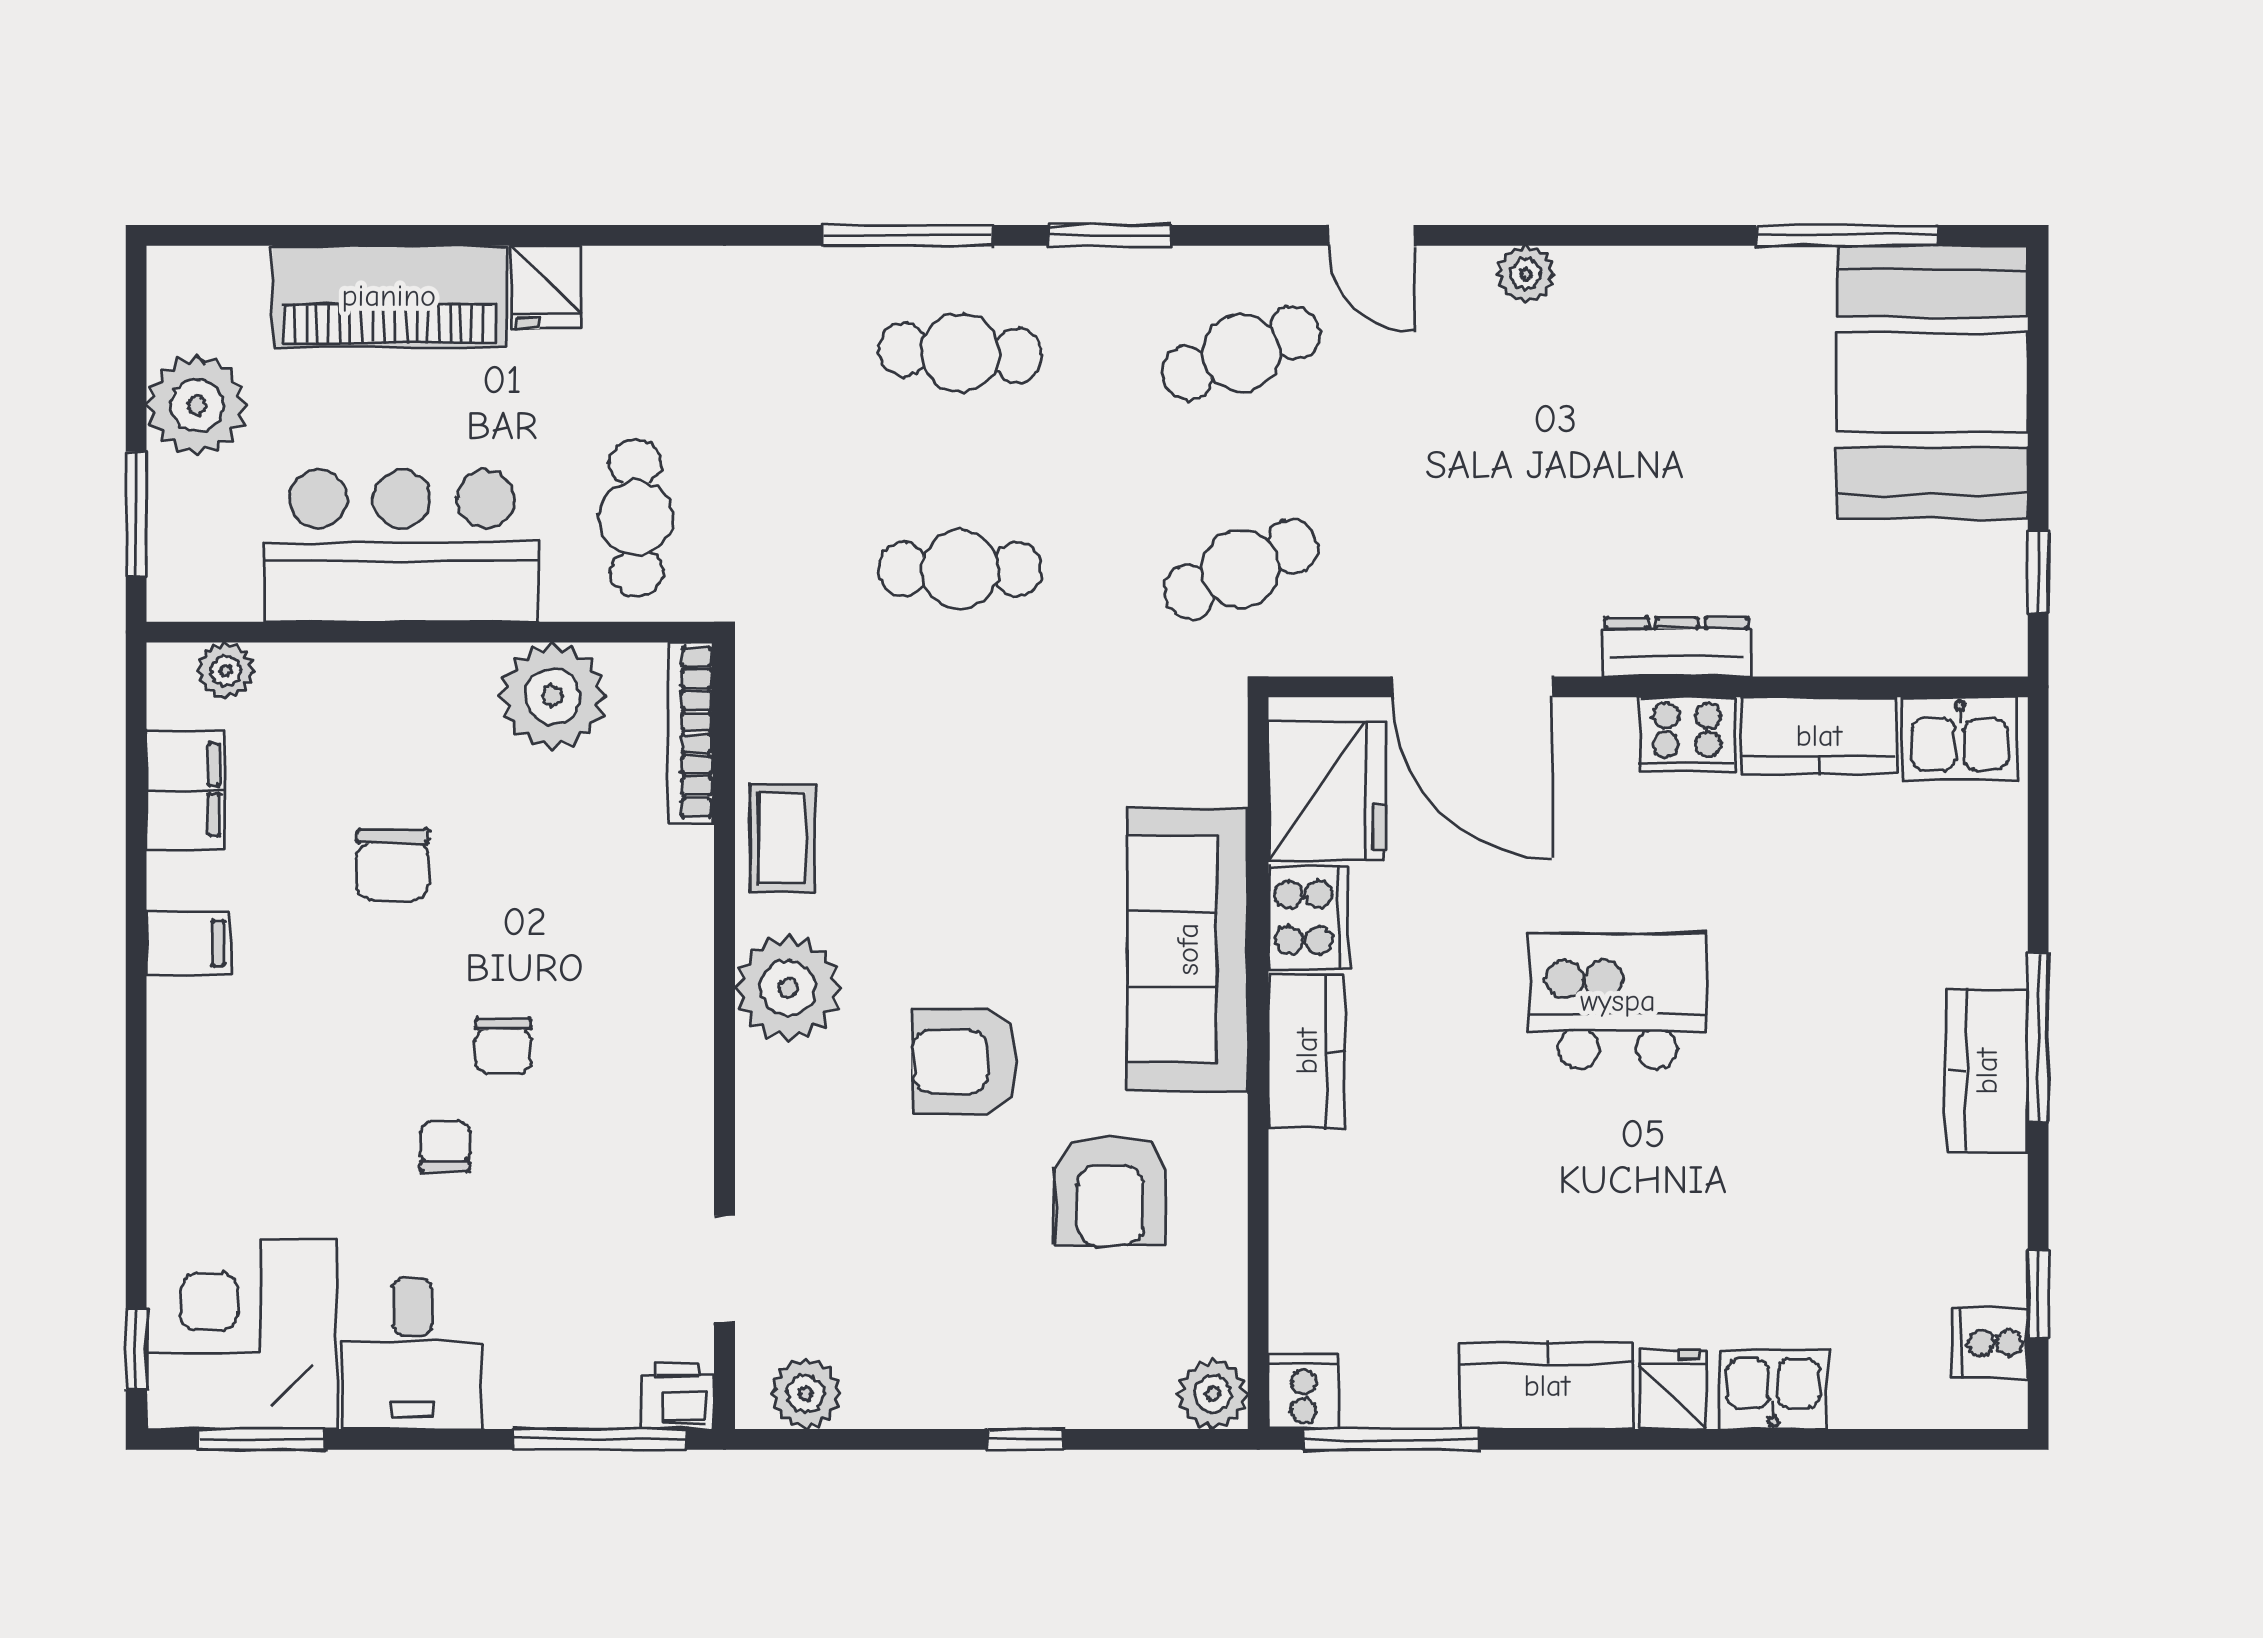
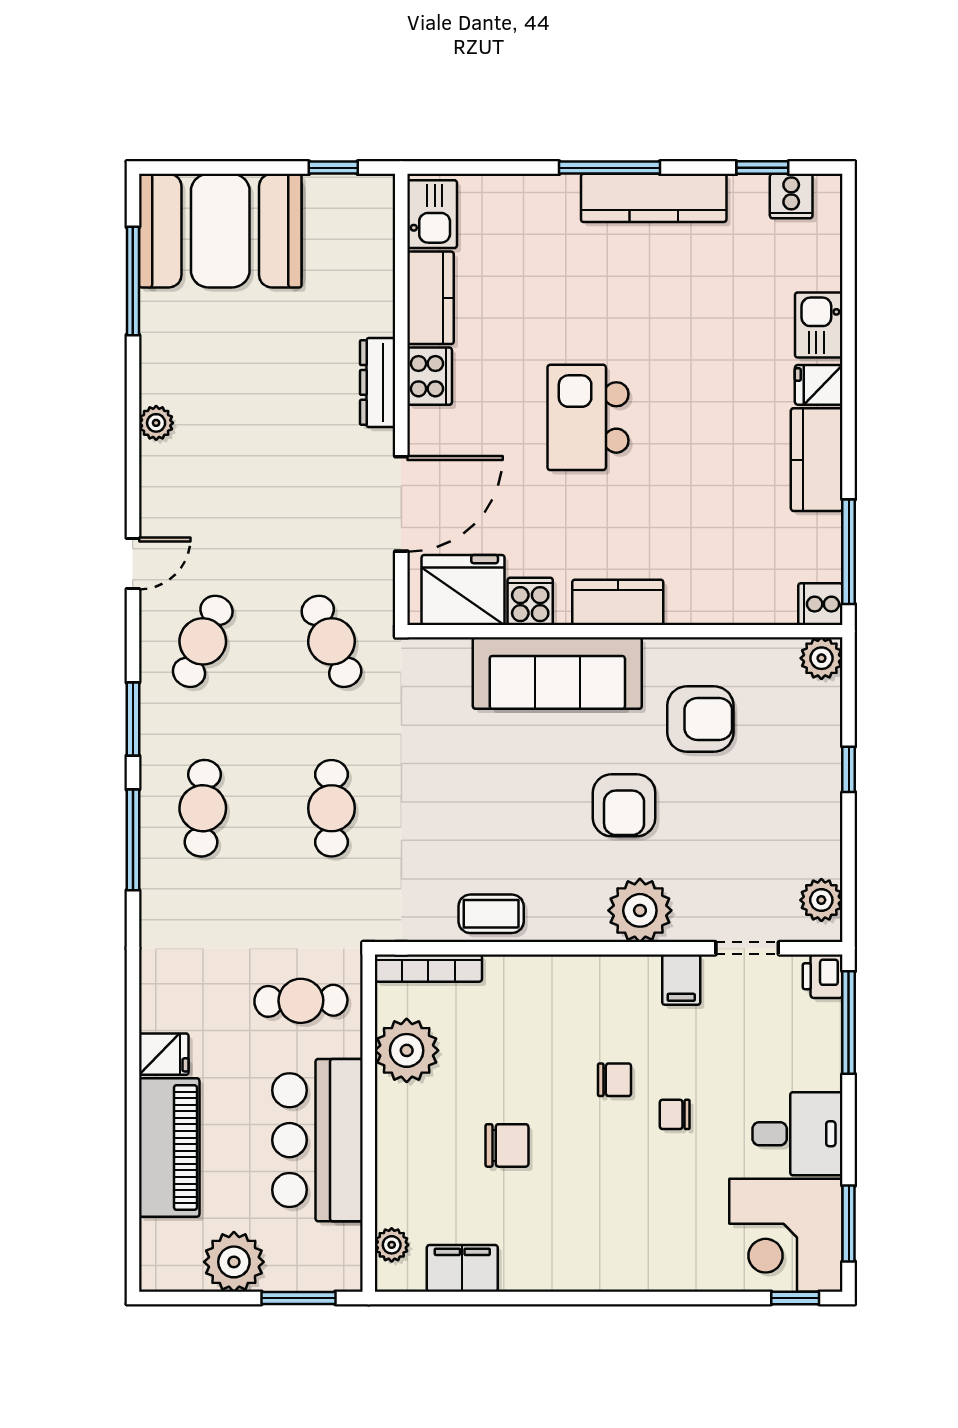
plant: (1526, 274) -> (156, 423), moved
cafe table: (1241, 353) -> (203, 641), turned 45
cooker: (1308, 917) -> (530, 601), width x0.73
filing cabinet: (189, 943) -> (681, 980), moved, turned 180
plant: (788, 988) -> (640, 910), moved
kitchen counter: (1987, 1071) -> (654, 198), width x1.50

